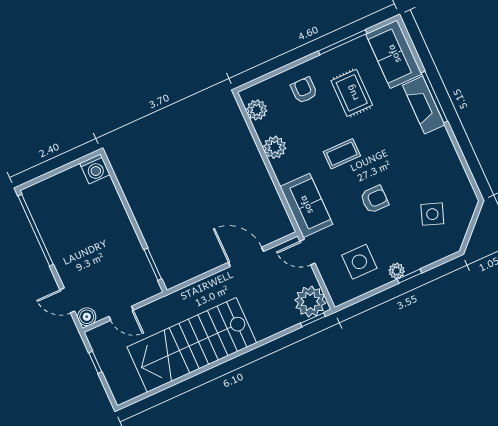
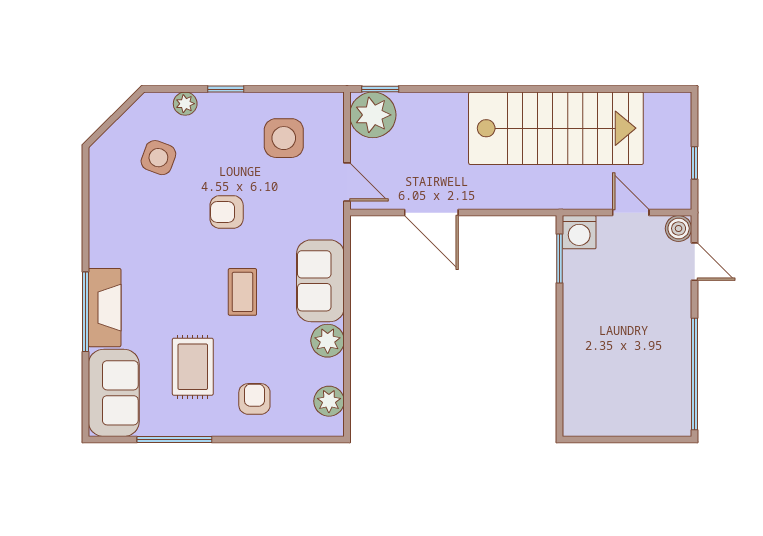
armchair: (304, 90) -> (254, 399), turned 180
coffee table: (342, 154) -> (242, 292), turned 90
washing machine: (95, 169) -> (579, 232), moved, turned 180
sofa: (306, 205) -> (320, 281), moved
plant: (397, 271) -> (185, 104), moved

